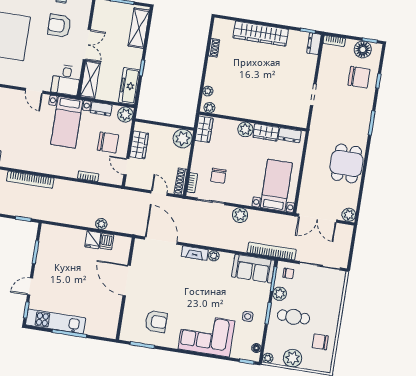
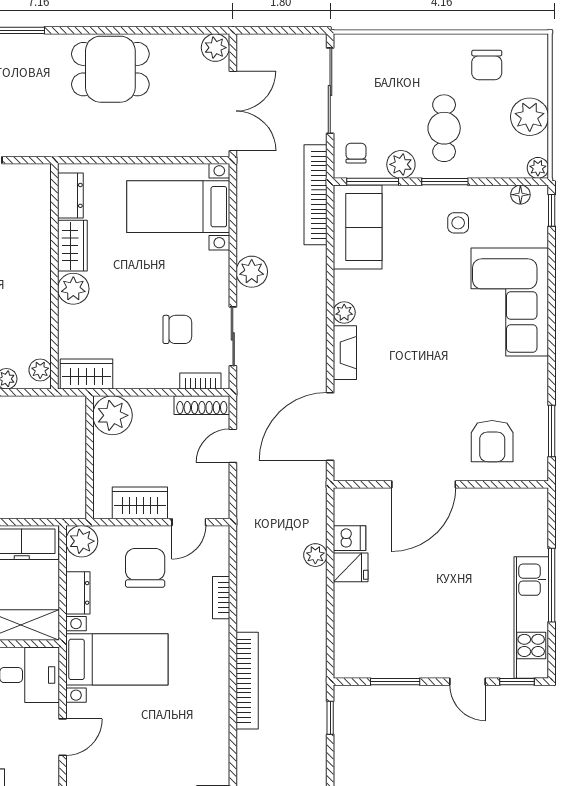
bookcase: (30, 180) -> (247, 681), moved
armchair: (156, 322) -> (492, 441), moved, turned 180

